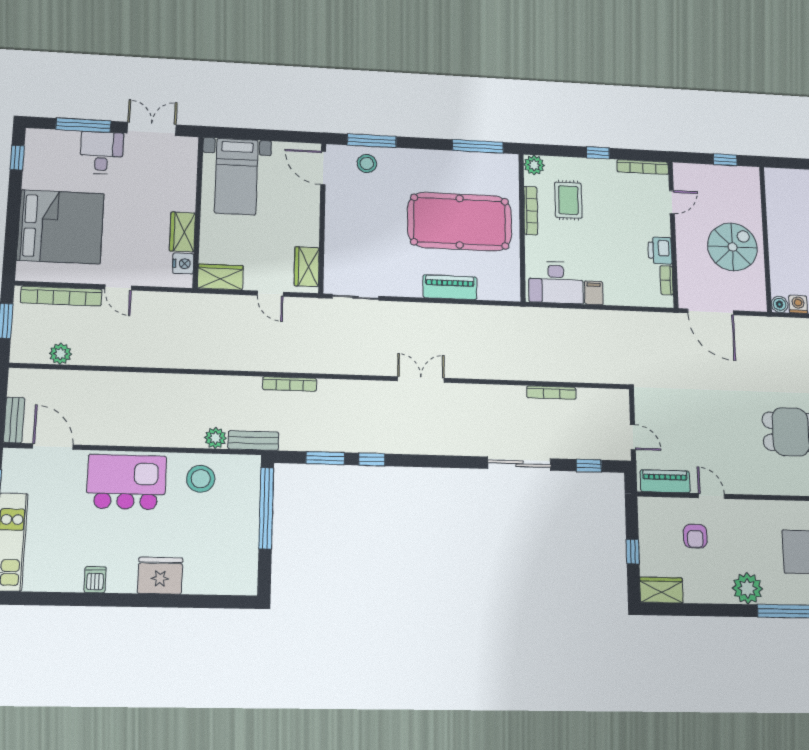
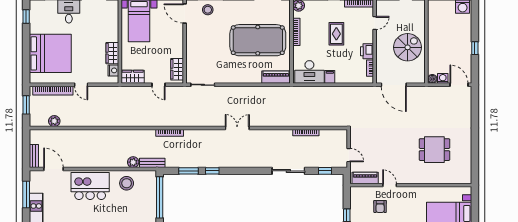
rug: (568, 200) -> (336, 34), moved
piano: (450, 287) -> (276, 77), moved

